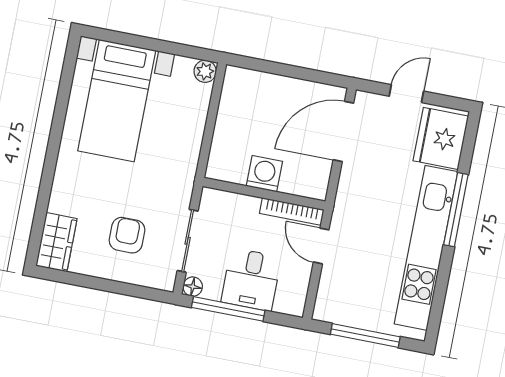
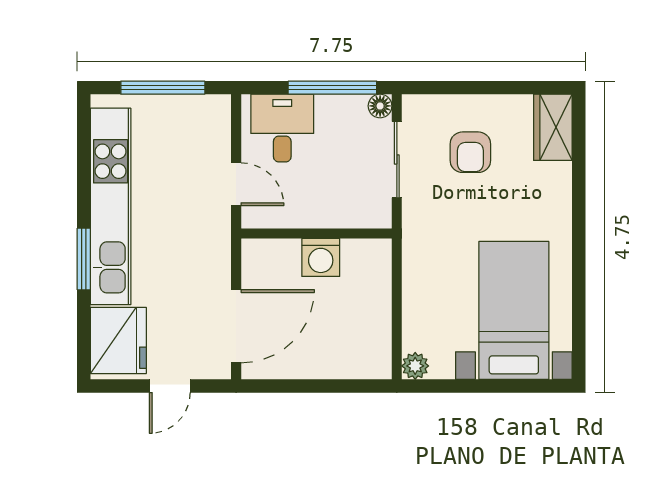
window: (456, 210) -> (84, 259), width x0.69
bookcase: (292, 211) -> (279, 219), removed
desk: (251, 280) -> (282, 128), moved

